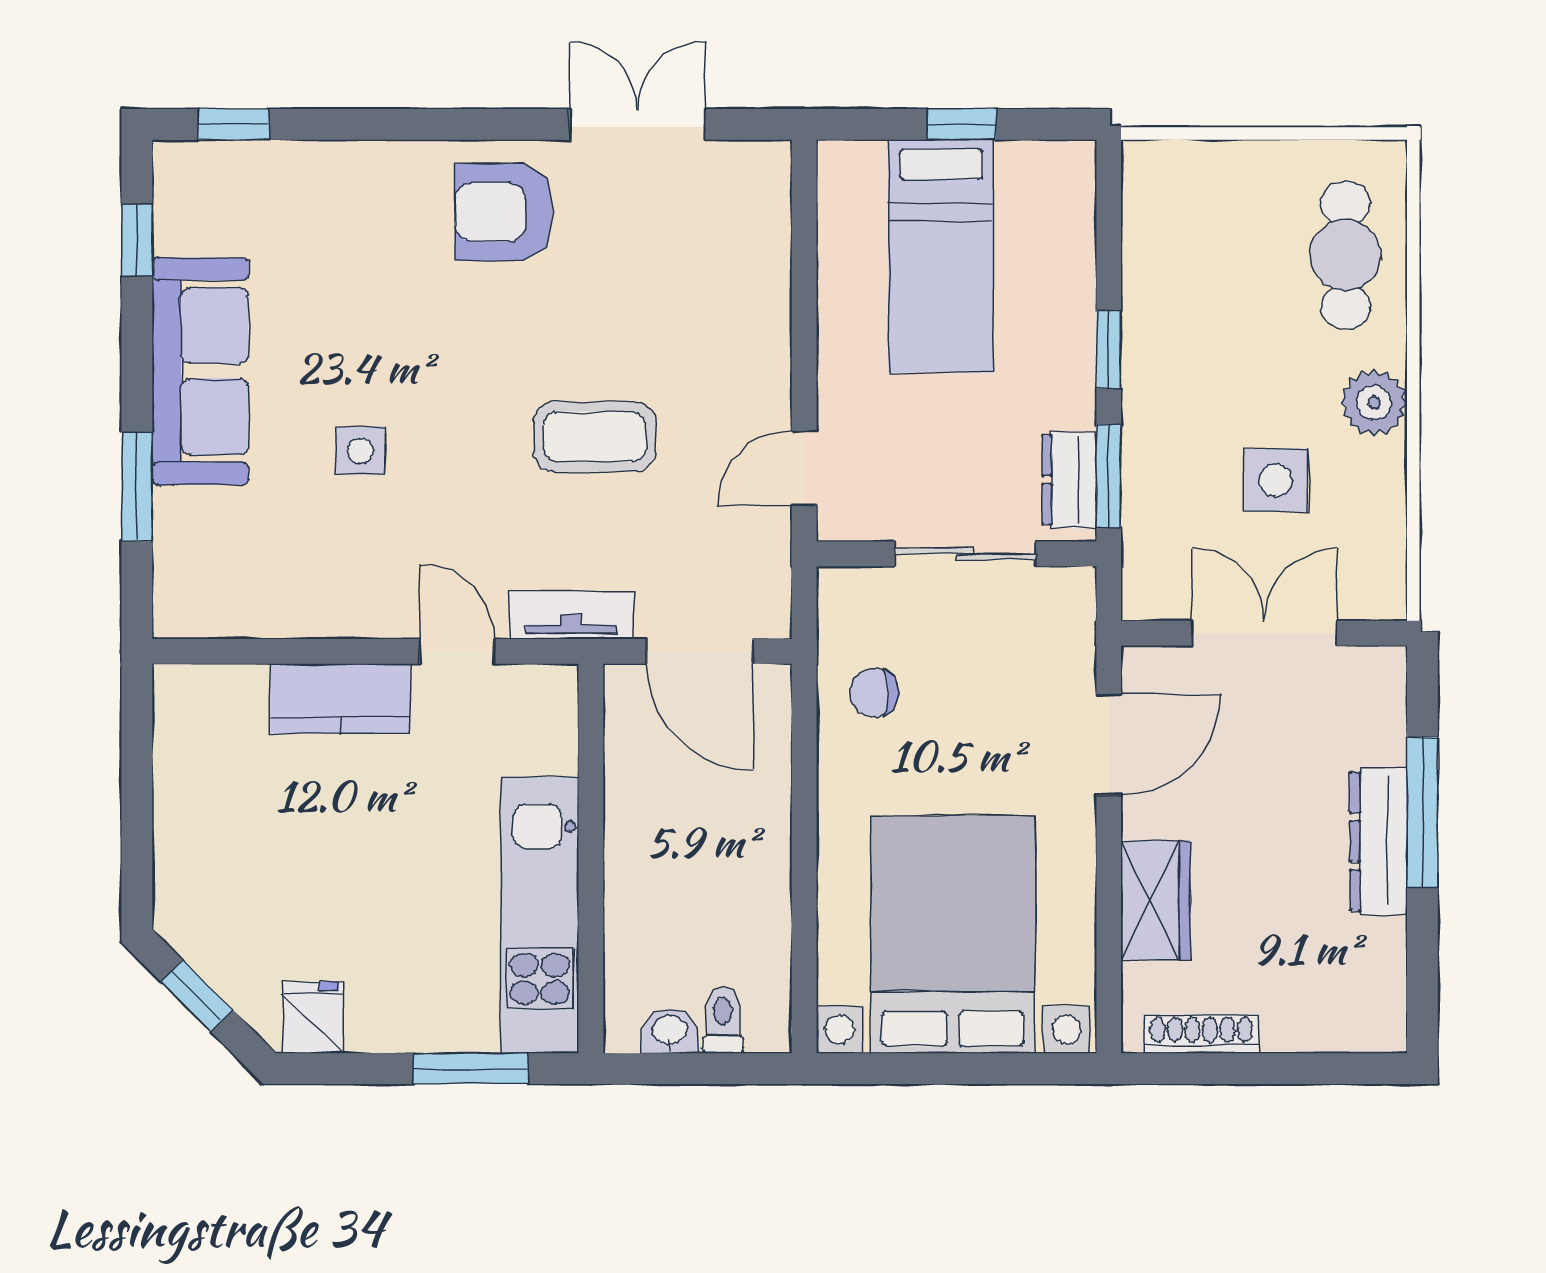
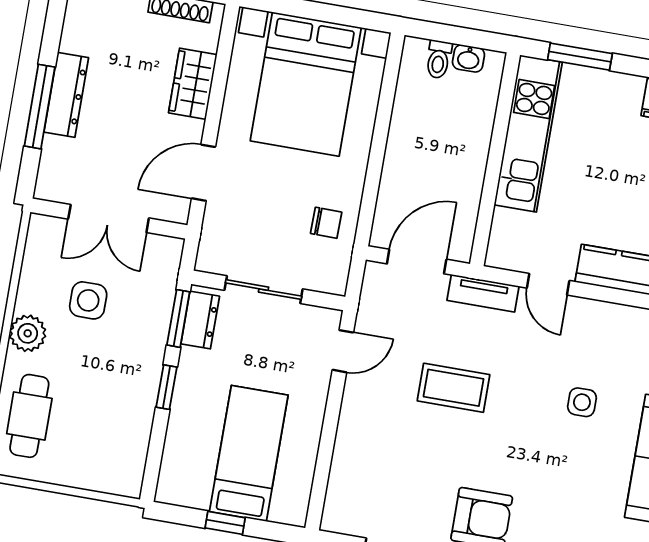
door: (700, 651) -> (417, 262), hinge flipped

